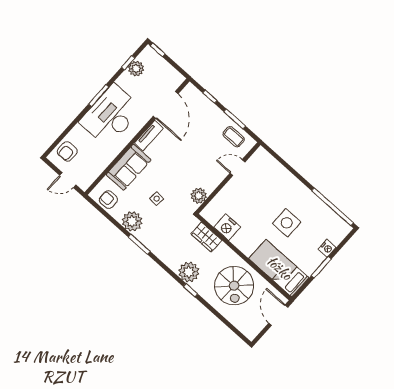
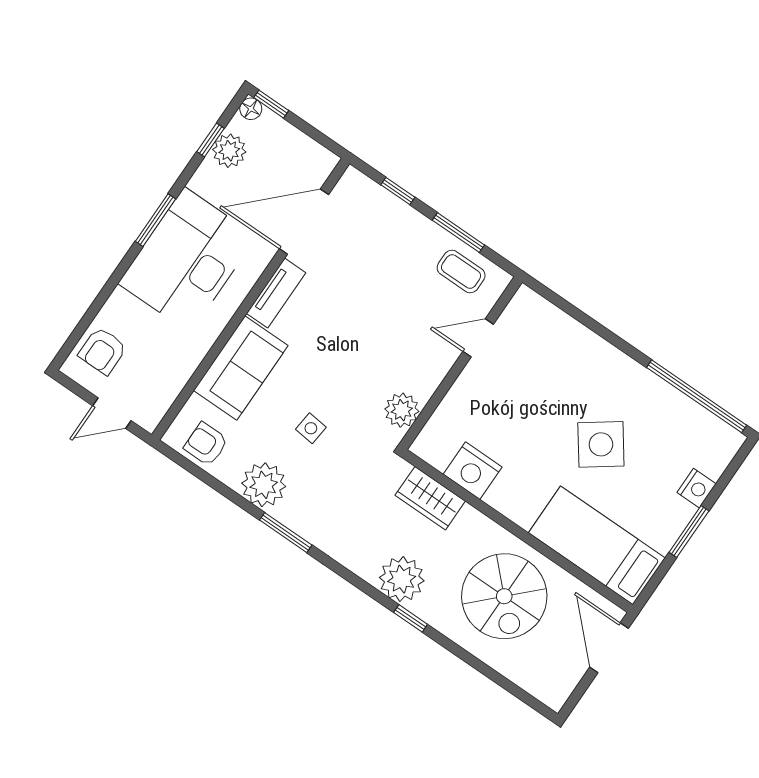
floor lamp: (148, 51) -> (251, 109), added
door: (166, 105) -> (304, 222), swing flipped
side table: (287, 223) -> (601, 444), turned -36

